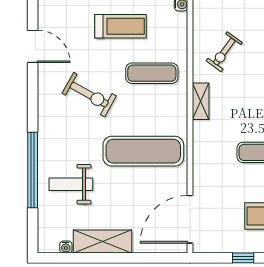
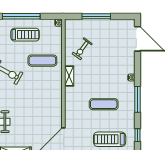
exercise mat: (143, 151) -> (38, 104), removed

